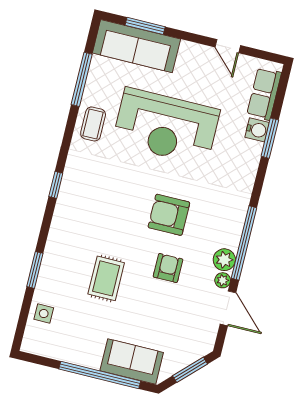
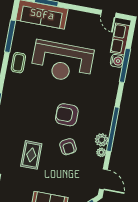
door: (228, 46) -> (108, 14), moved
window: (270, 138) -> (125, 65), width x1.44
armchair: (168, 268) -> (68, 147), turned 152
door: (228, 308) -> (103, 179), moved

